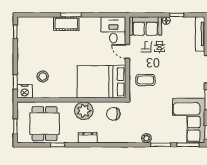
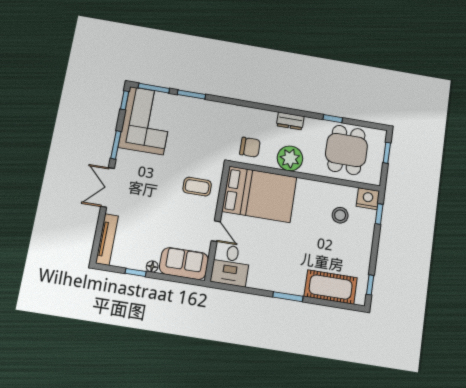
cot: (66, 24) -> (331, 287), moved, width x1.37, depth x1.34
plant: (147, 138) -> (209, 107), removed

